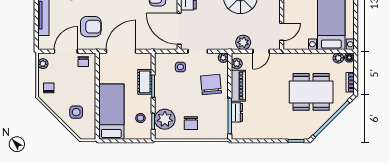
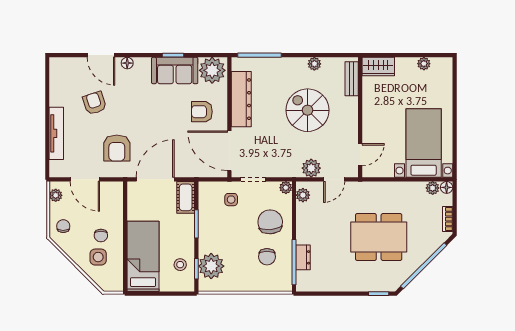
armchair: (91, 27) -> (117, 148), turned 90
door: (66, 51) -> (85, 179), swing flipped
chair: (83, 62) -> (101, 236), moved
cot: (145, 82) -> (186, 197), moved
piano: (238, 86) -> (305, 223), removed
dining table: (311, 92) -> (379, 237), moved
chair: (191, 123) -> (267, 257), moved

